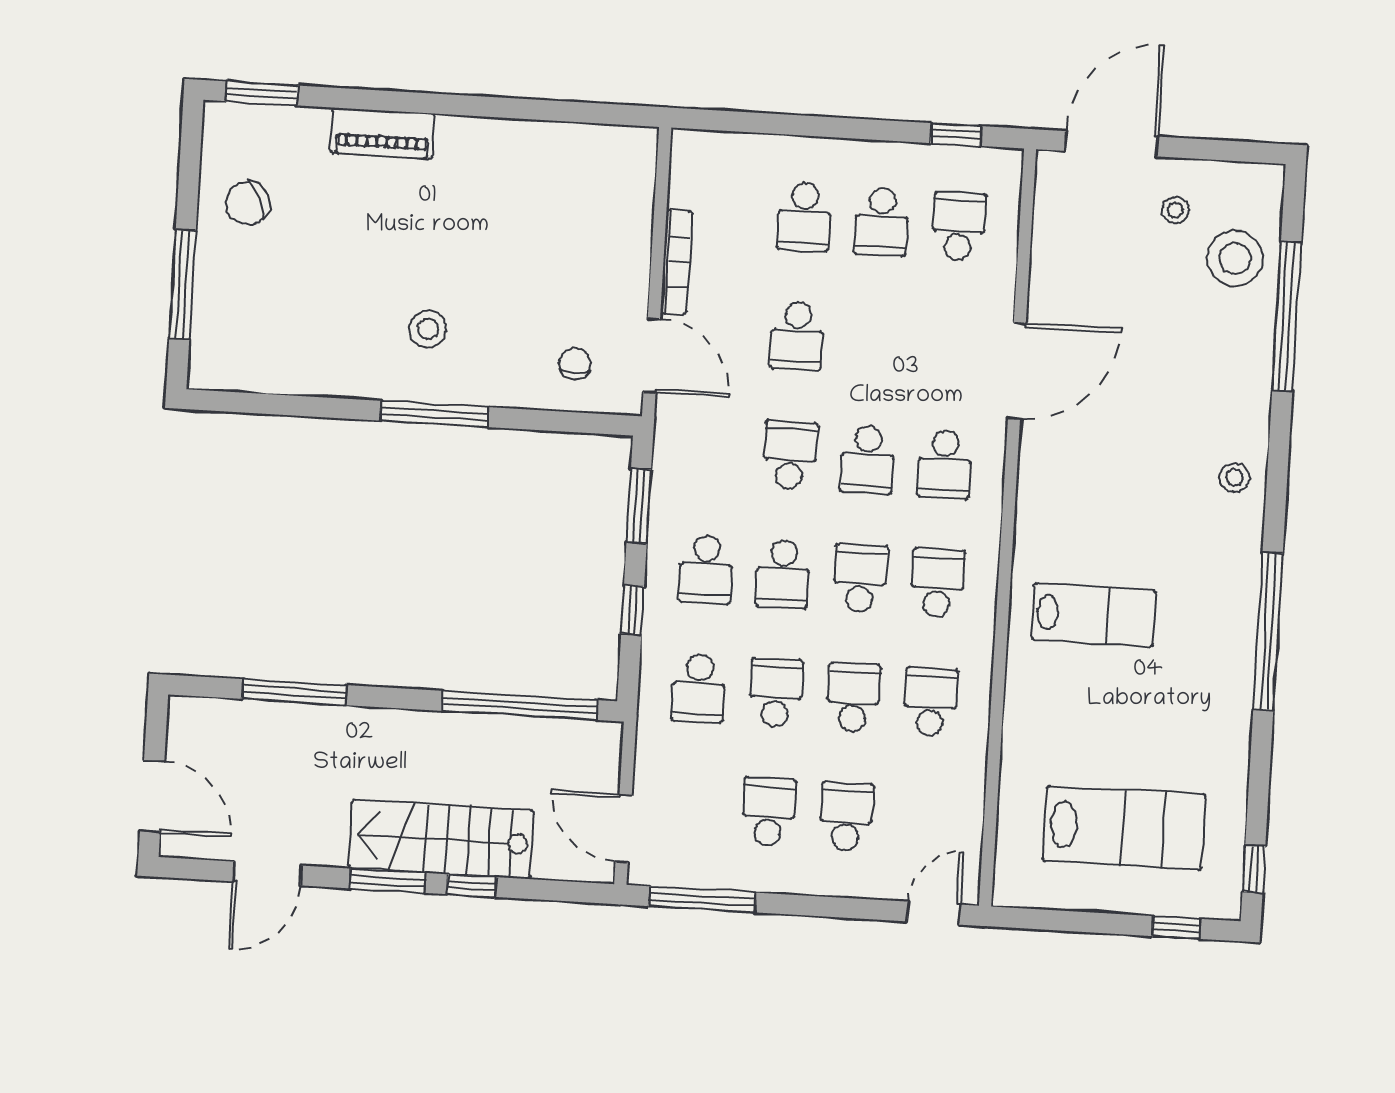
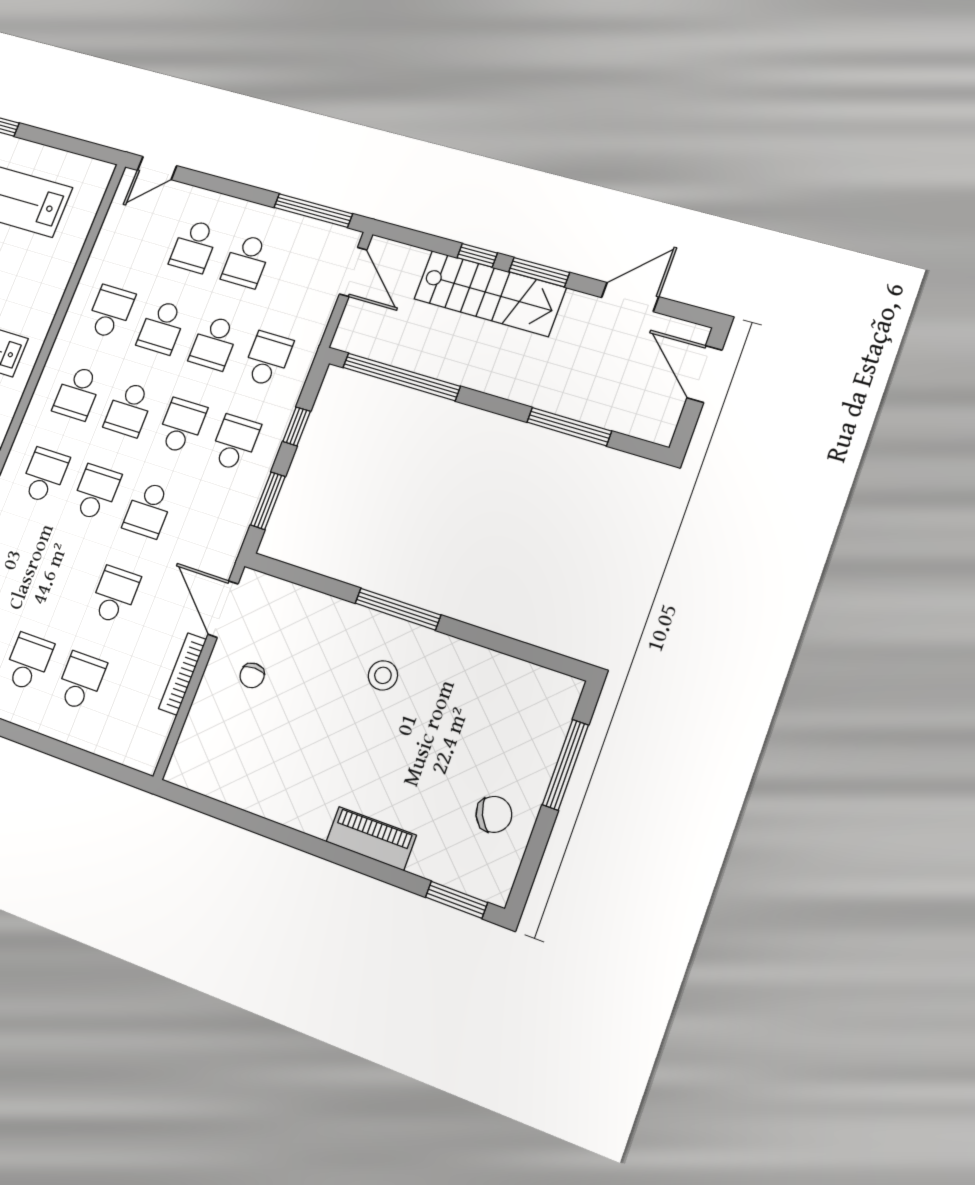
chair: (575, 364) -> (252, 675), moved
school desk: (930, 702) -> (110, 312), turned 180

